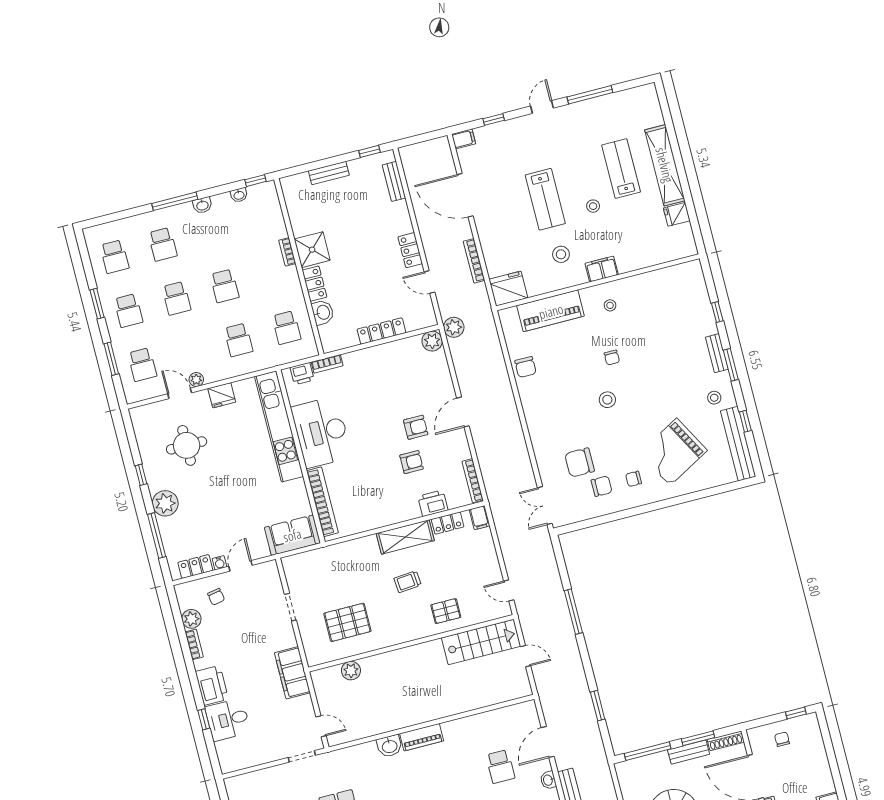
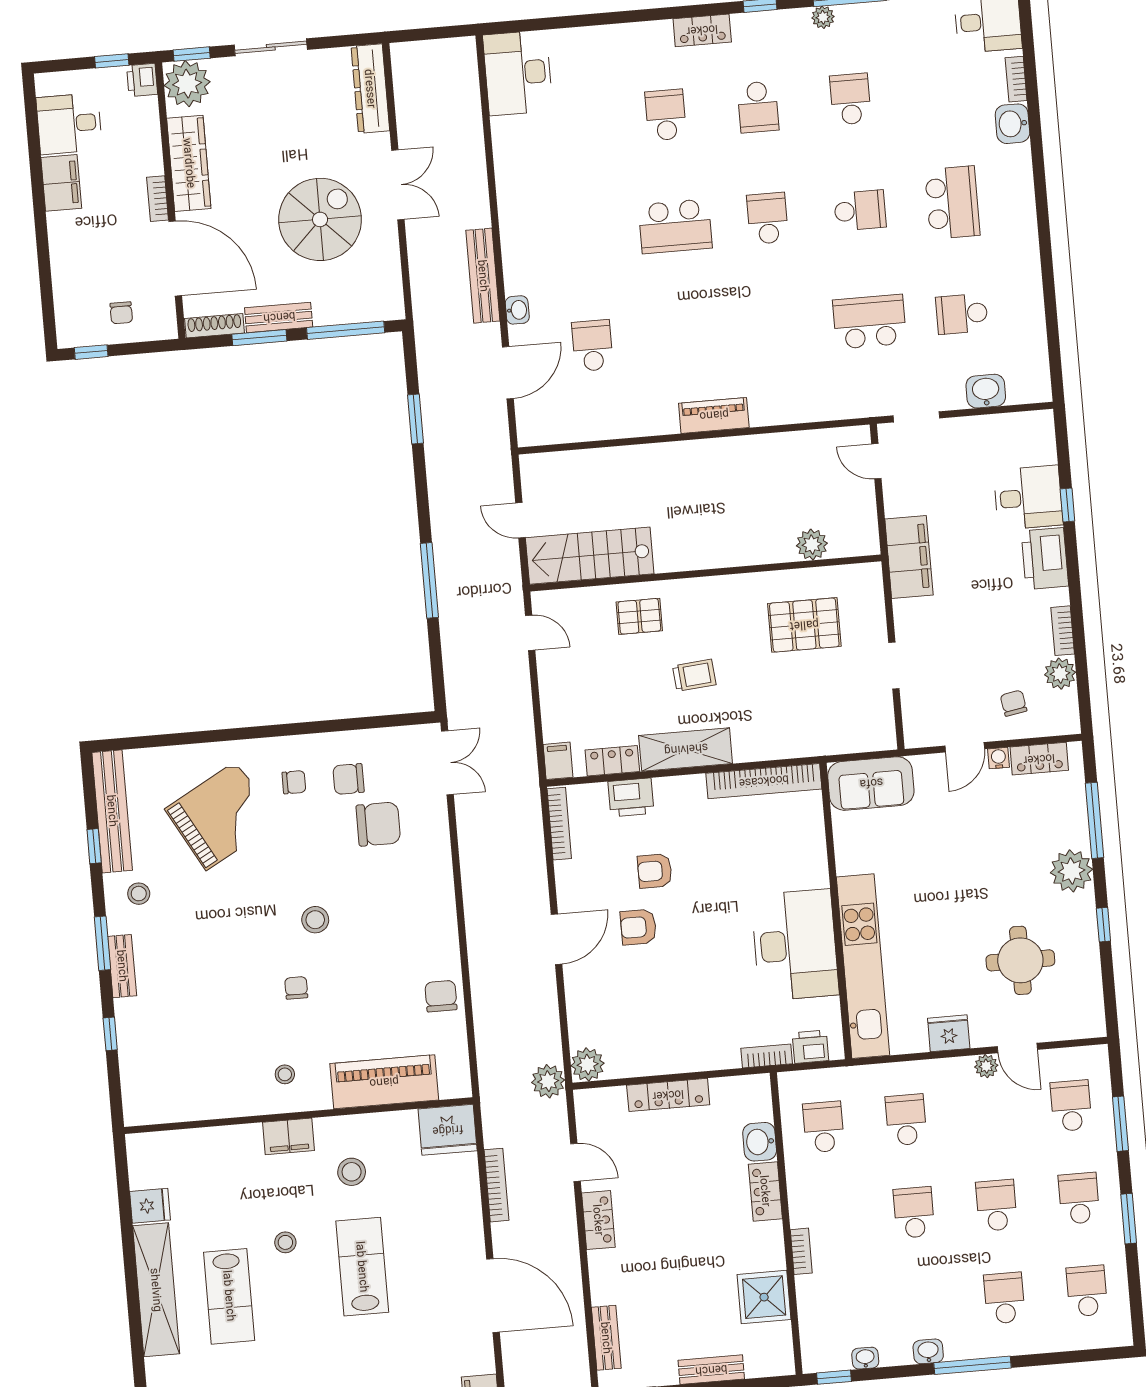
shower: (312, 250) -> (764, 1297), moved
bookcase: (322, 502) -> (764, 781), moved, turned -90
washbasin: (390, 746) -> (986, 391), moved

